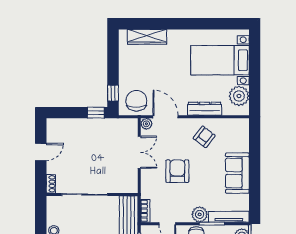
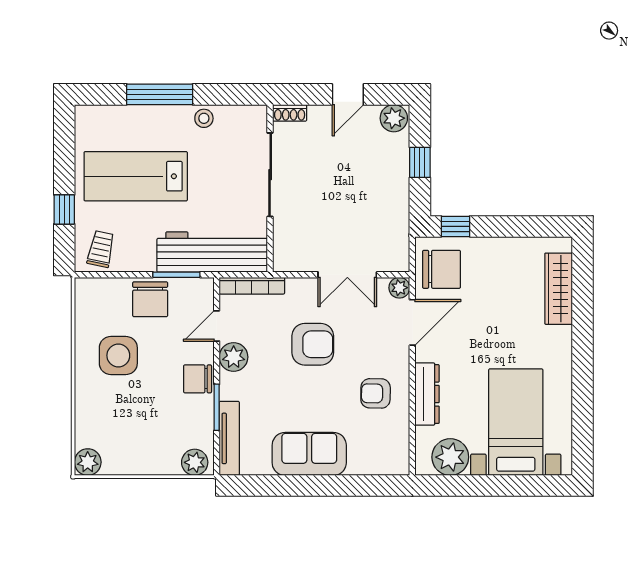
window: (96, 113) -> (420, 162), moved
plant: (54, 127) -> (394, 118), added
armchair: (204, 137) -> (376, 393), turned 143
door: (41, 152) -> (348, 94), hinge flipped
bookcase: (145, 211) -> (252, 286), width x1.56
plant: (200, 214) -> (234, 357), moved

